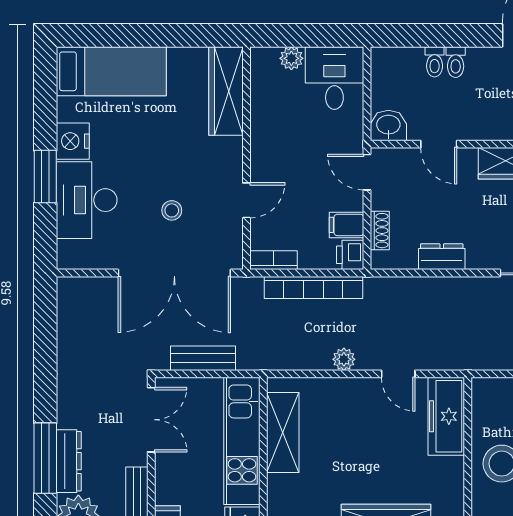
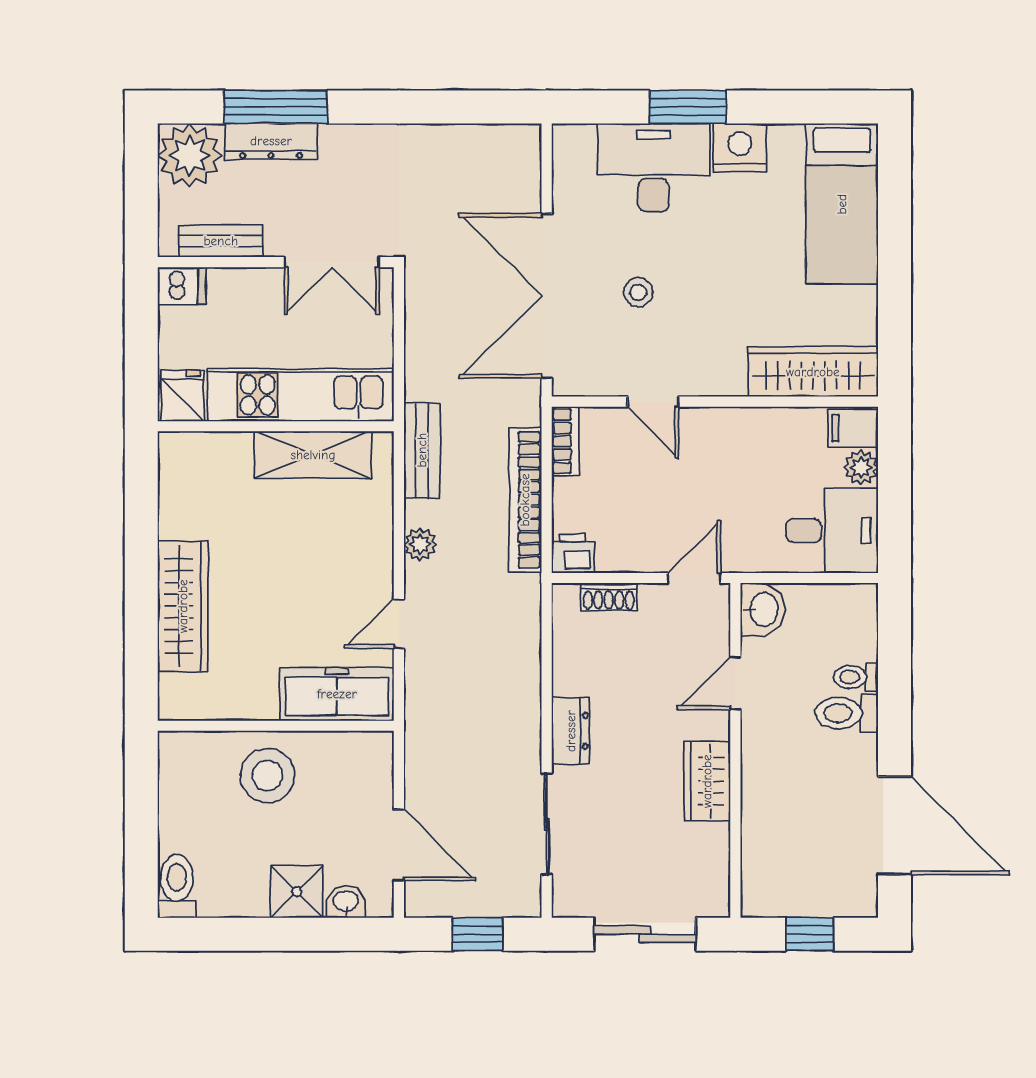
toilet: (456, 62) -> (847, 713), width x1.37, depth x1.39
filing cabinet: (346, 225) -> (853, 428), moved, turned -90
dresser: (442, 257) -> (571, 731), moved
bench: (203, 358) -> (422, 450), moved

